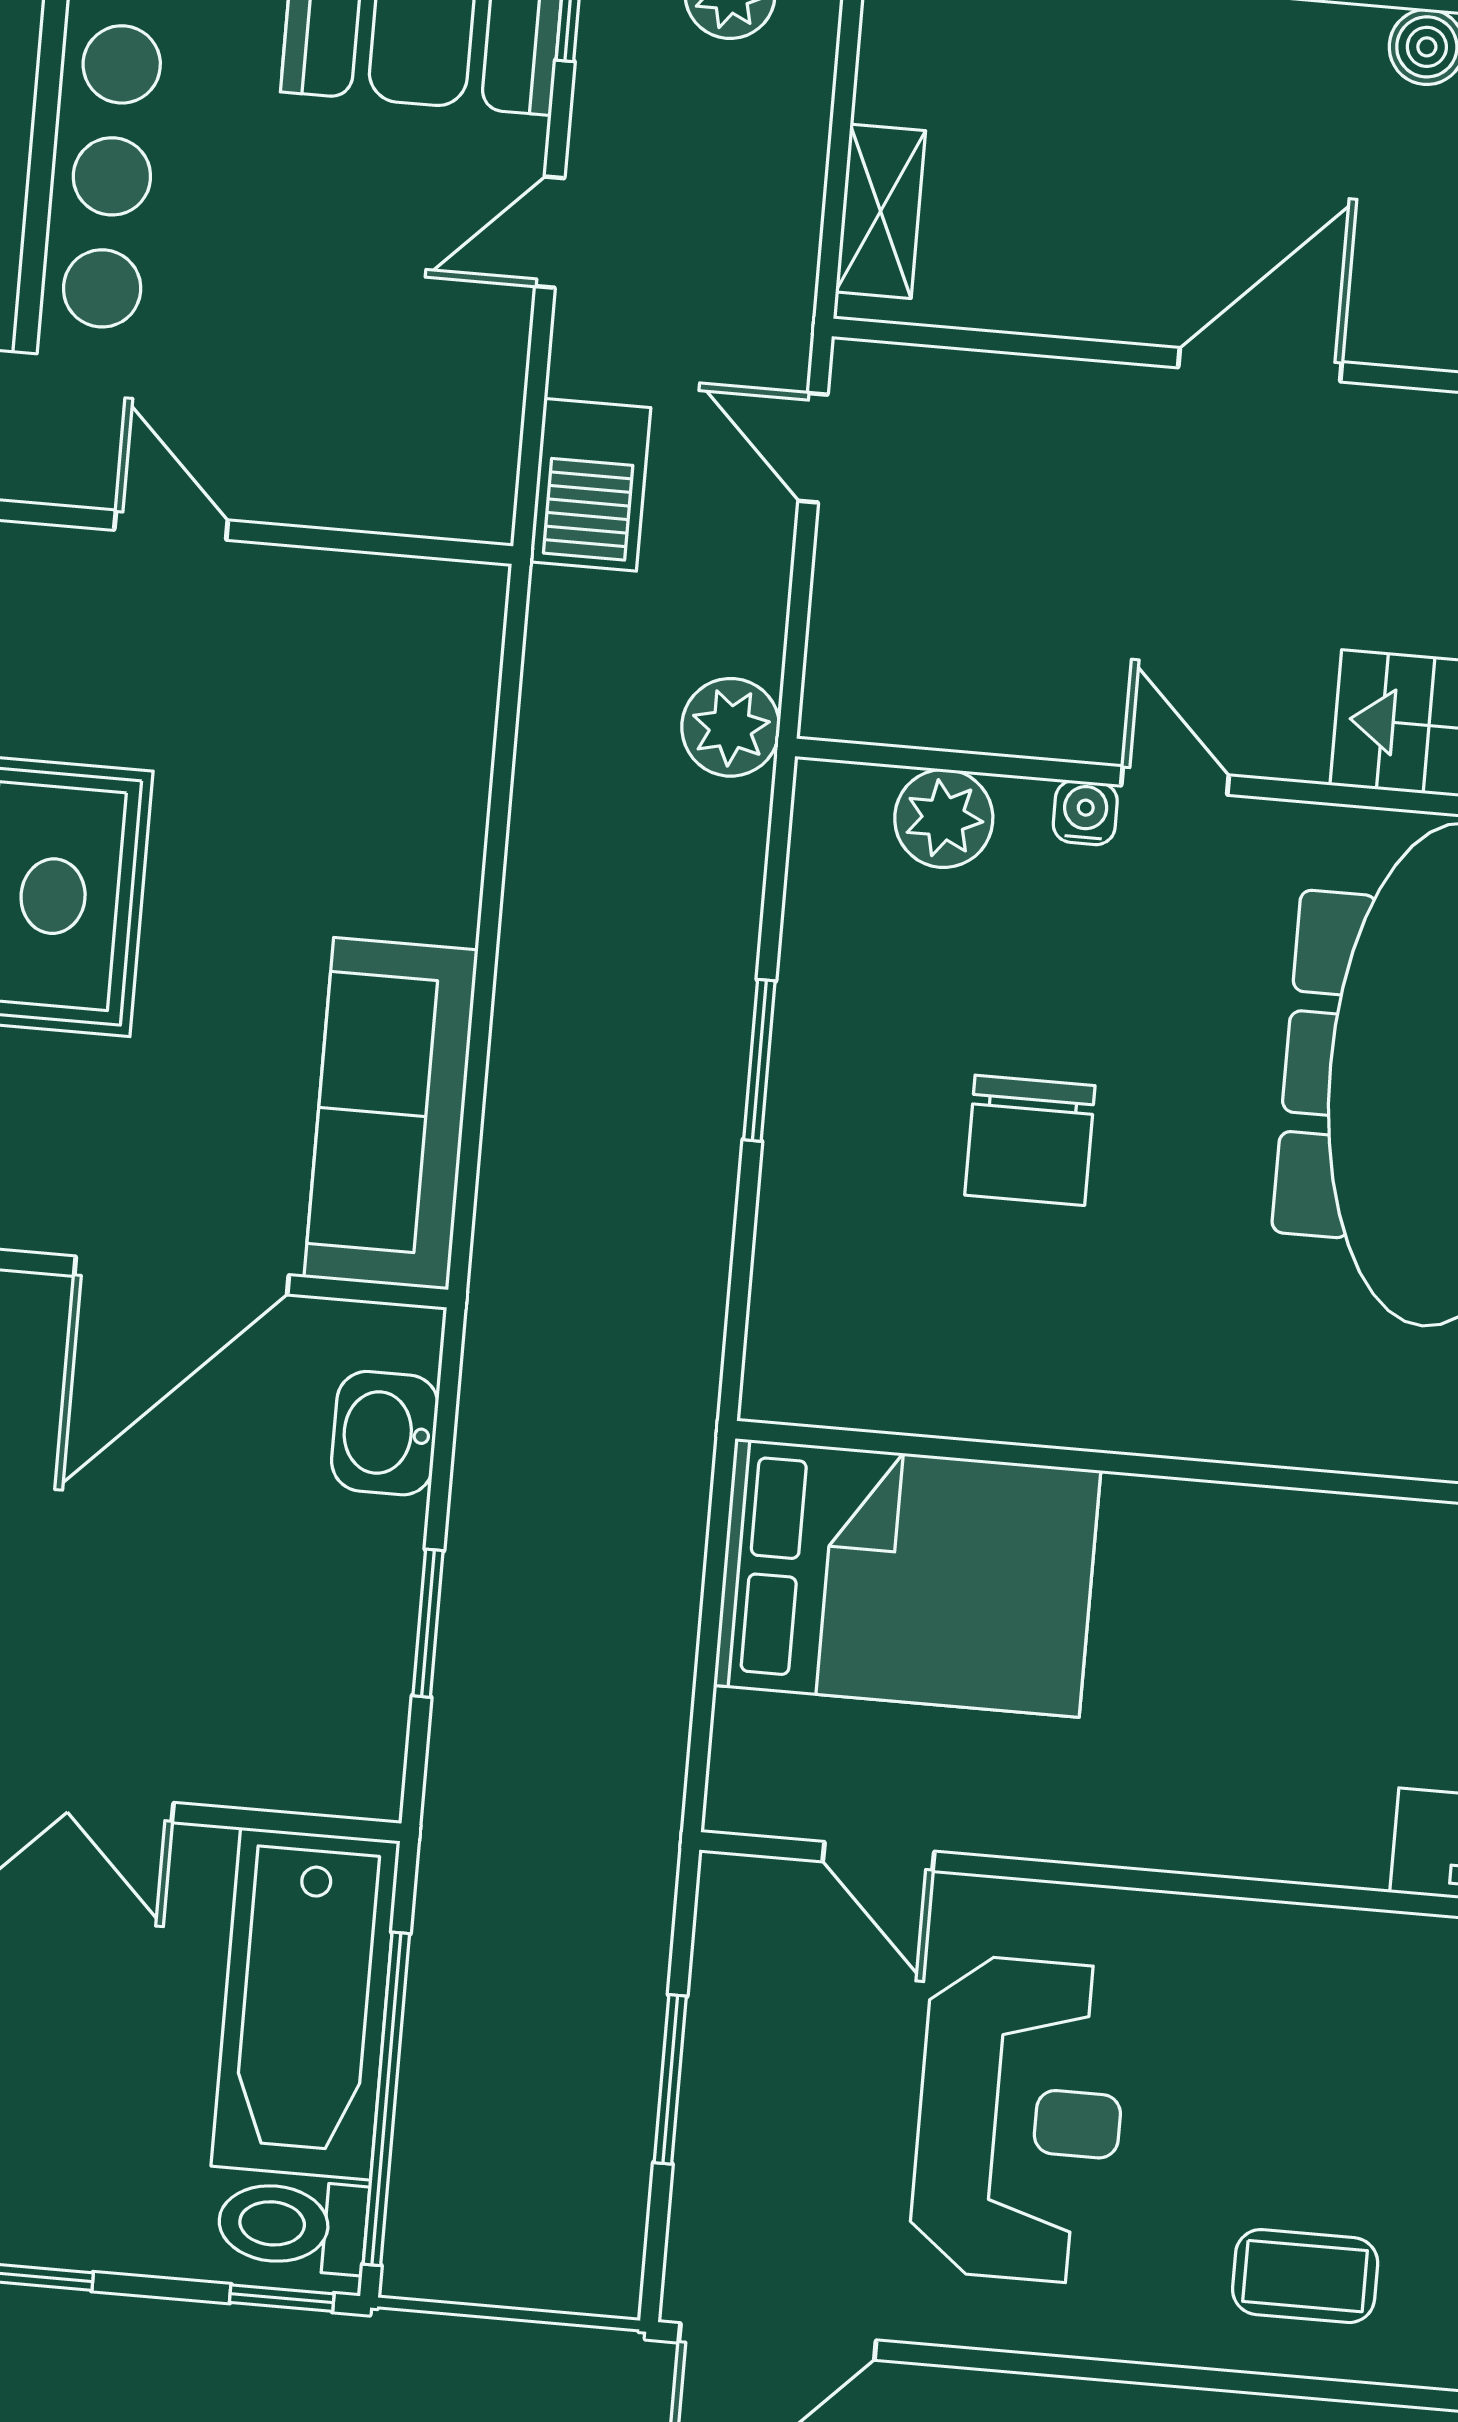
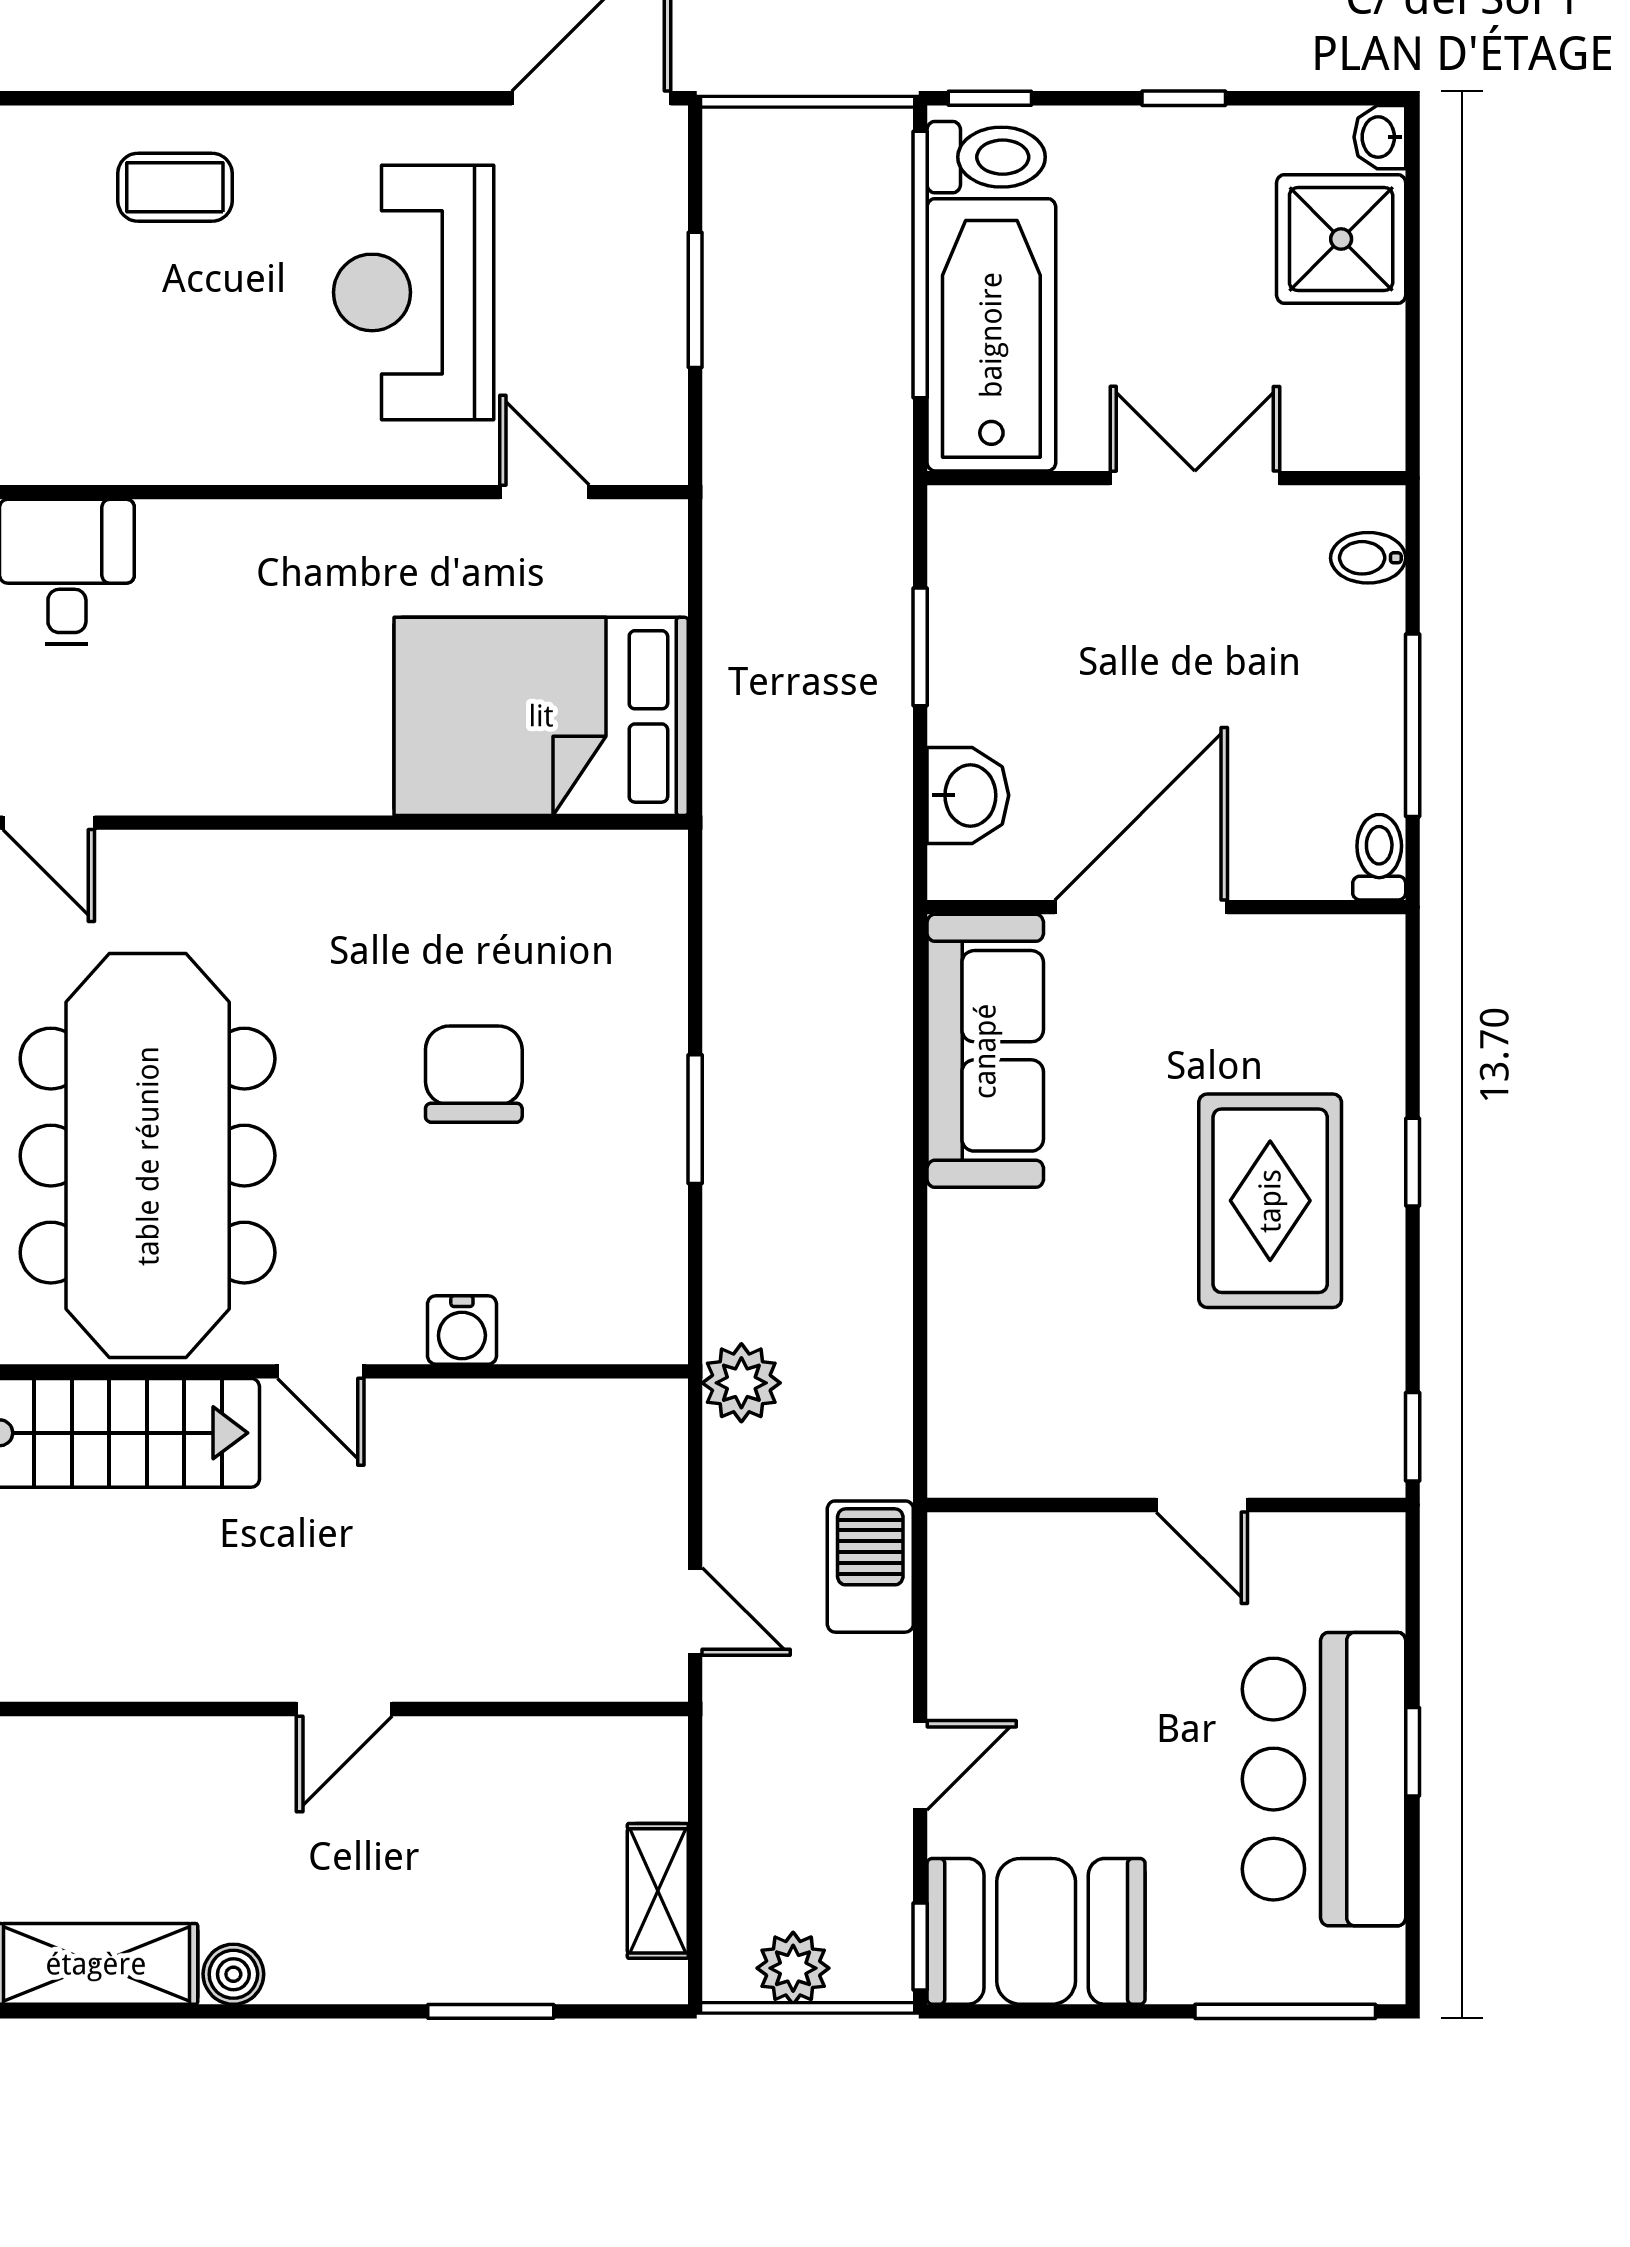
shelving: (881, 211) -> (658, 1891), moved
door: (1260, 365) -> (344, 1709), width x0.73
door: (1175, 780) -> (321, 1371), moved
water cooler: (1085, 813) -> (462, 1330), width x1.38, depth x1.38
plant: (944, 818) -> (565, 1325), removed

